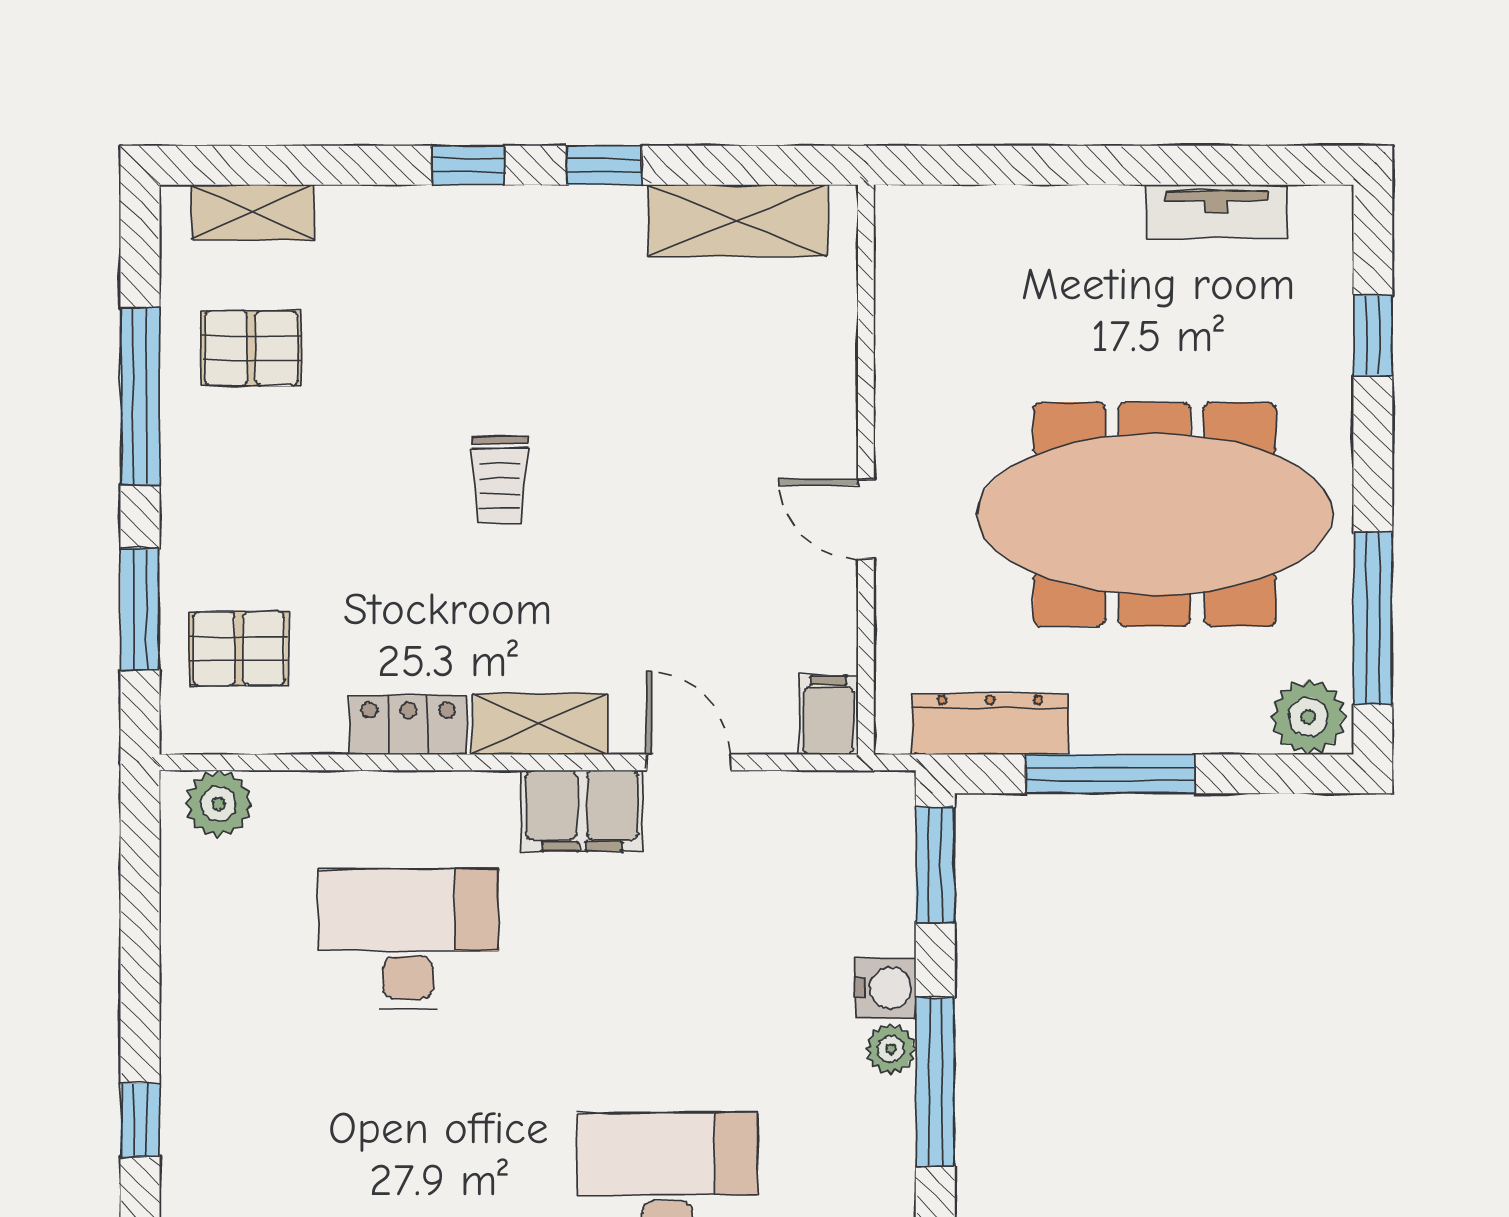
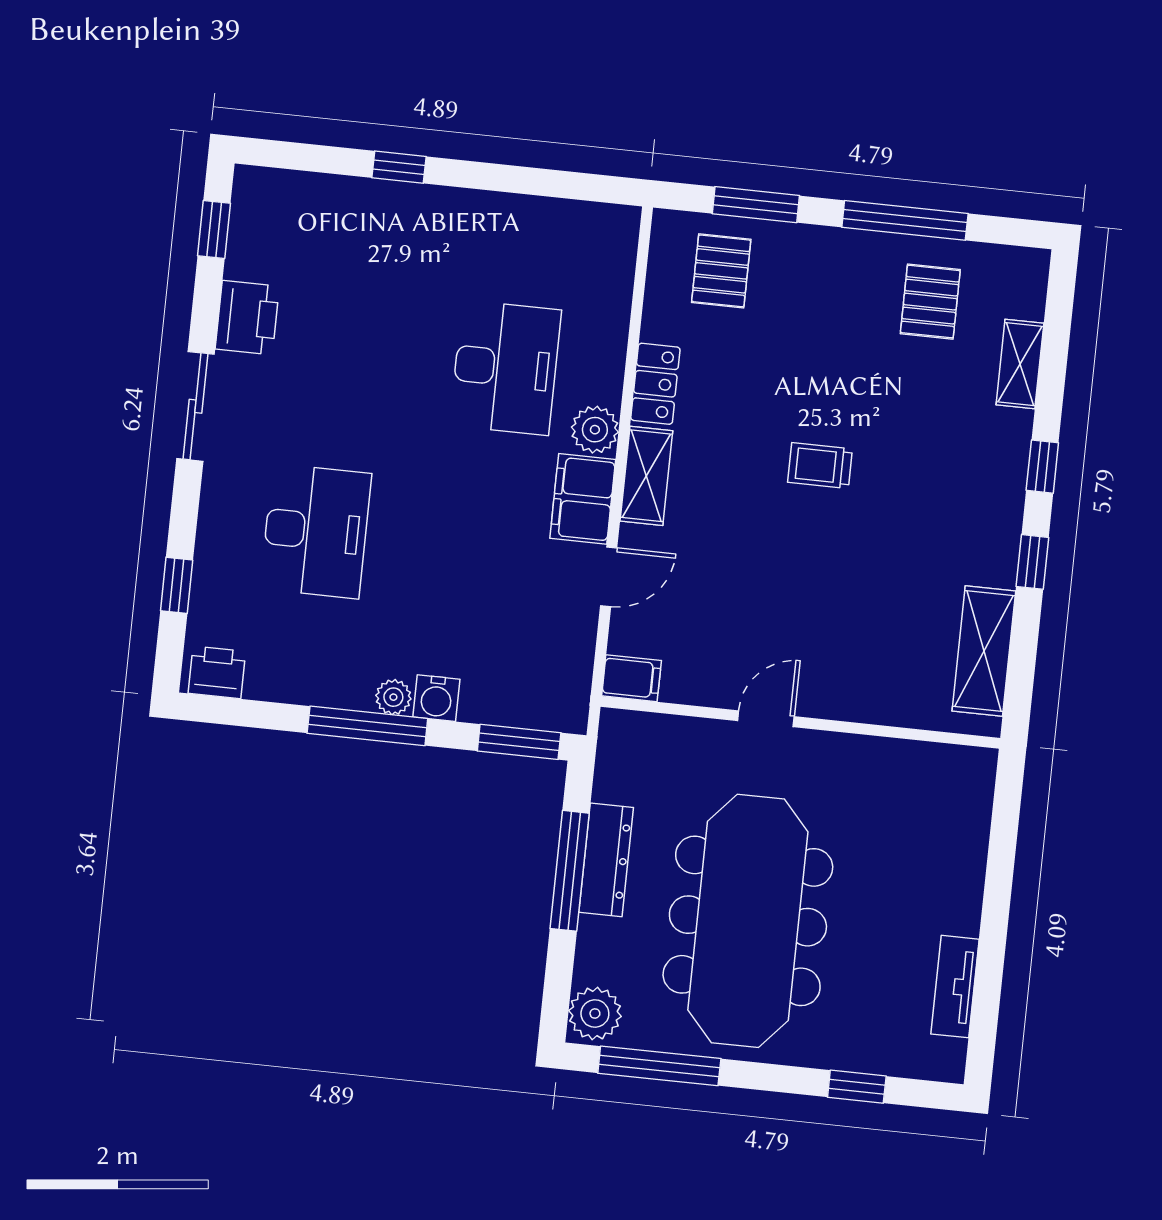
shelving: (253, 212) -> (1020, 364), moved
dresser: (990, 724) -> (606, 860), moved
plant: (218, 804) -> (595, 430), moved

